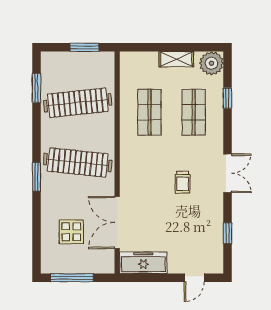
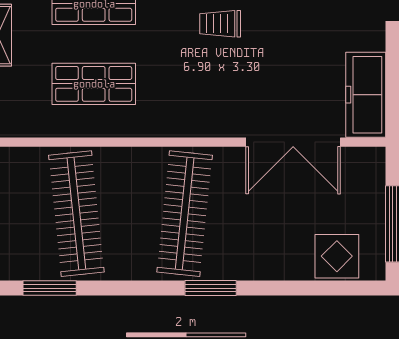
trolley: (183, 182) -> (220, 24), turned 180
display table: (71, 232) -> (337, 256), moved

